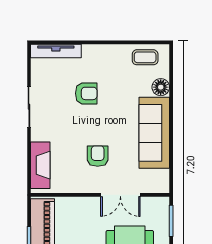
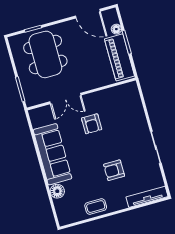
coffee table: (145, 57) -> (96, 207), moved
fireplace: (40, 165) -> (134, 104), removed
double door: (120, 195) -> (65, 98), swing flipped

